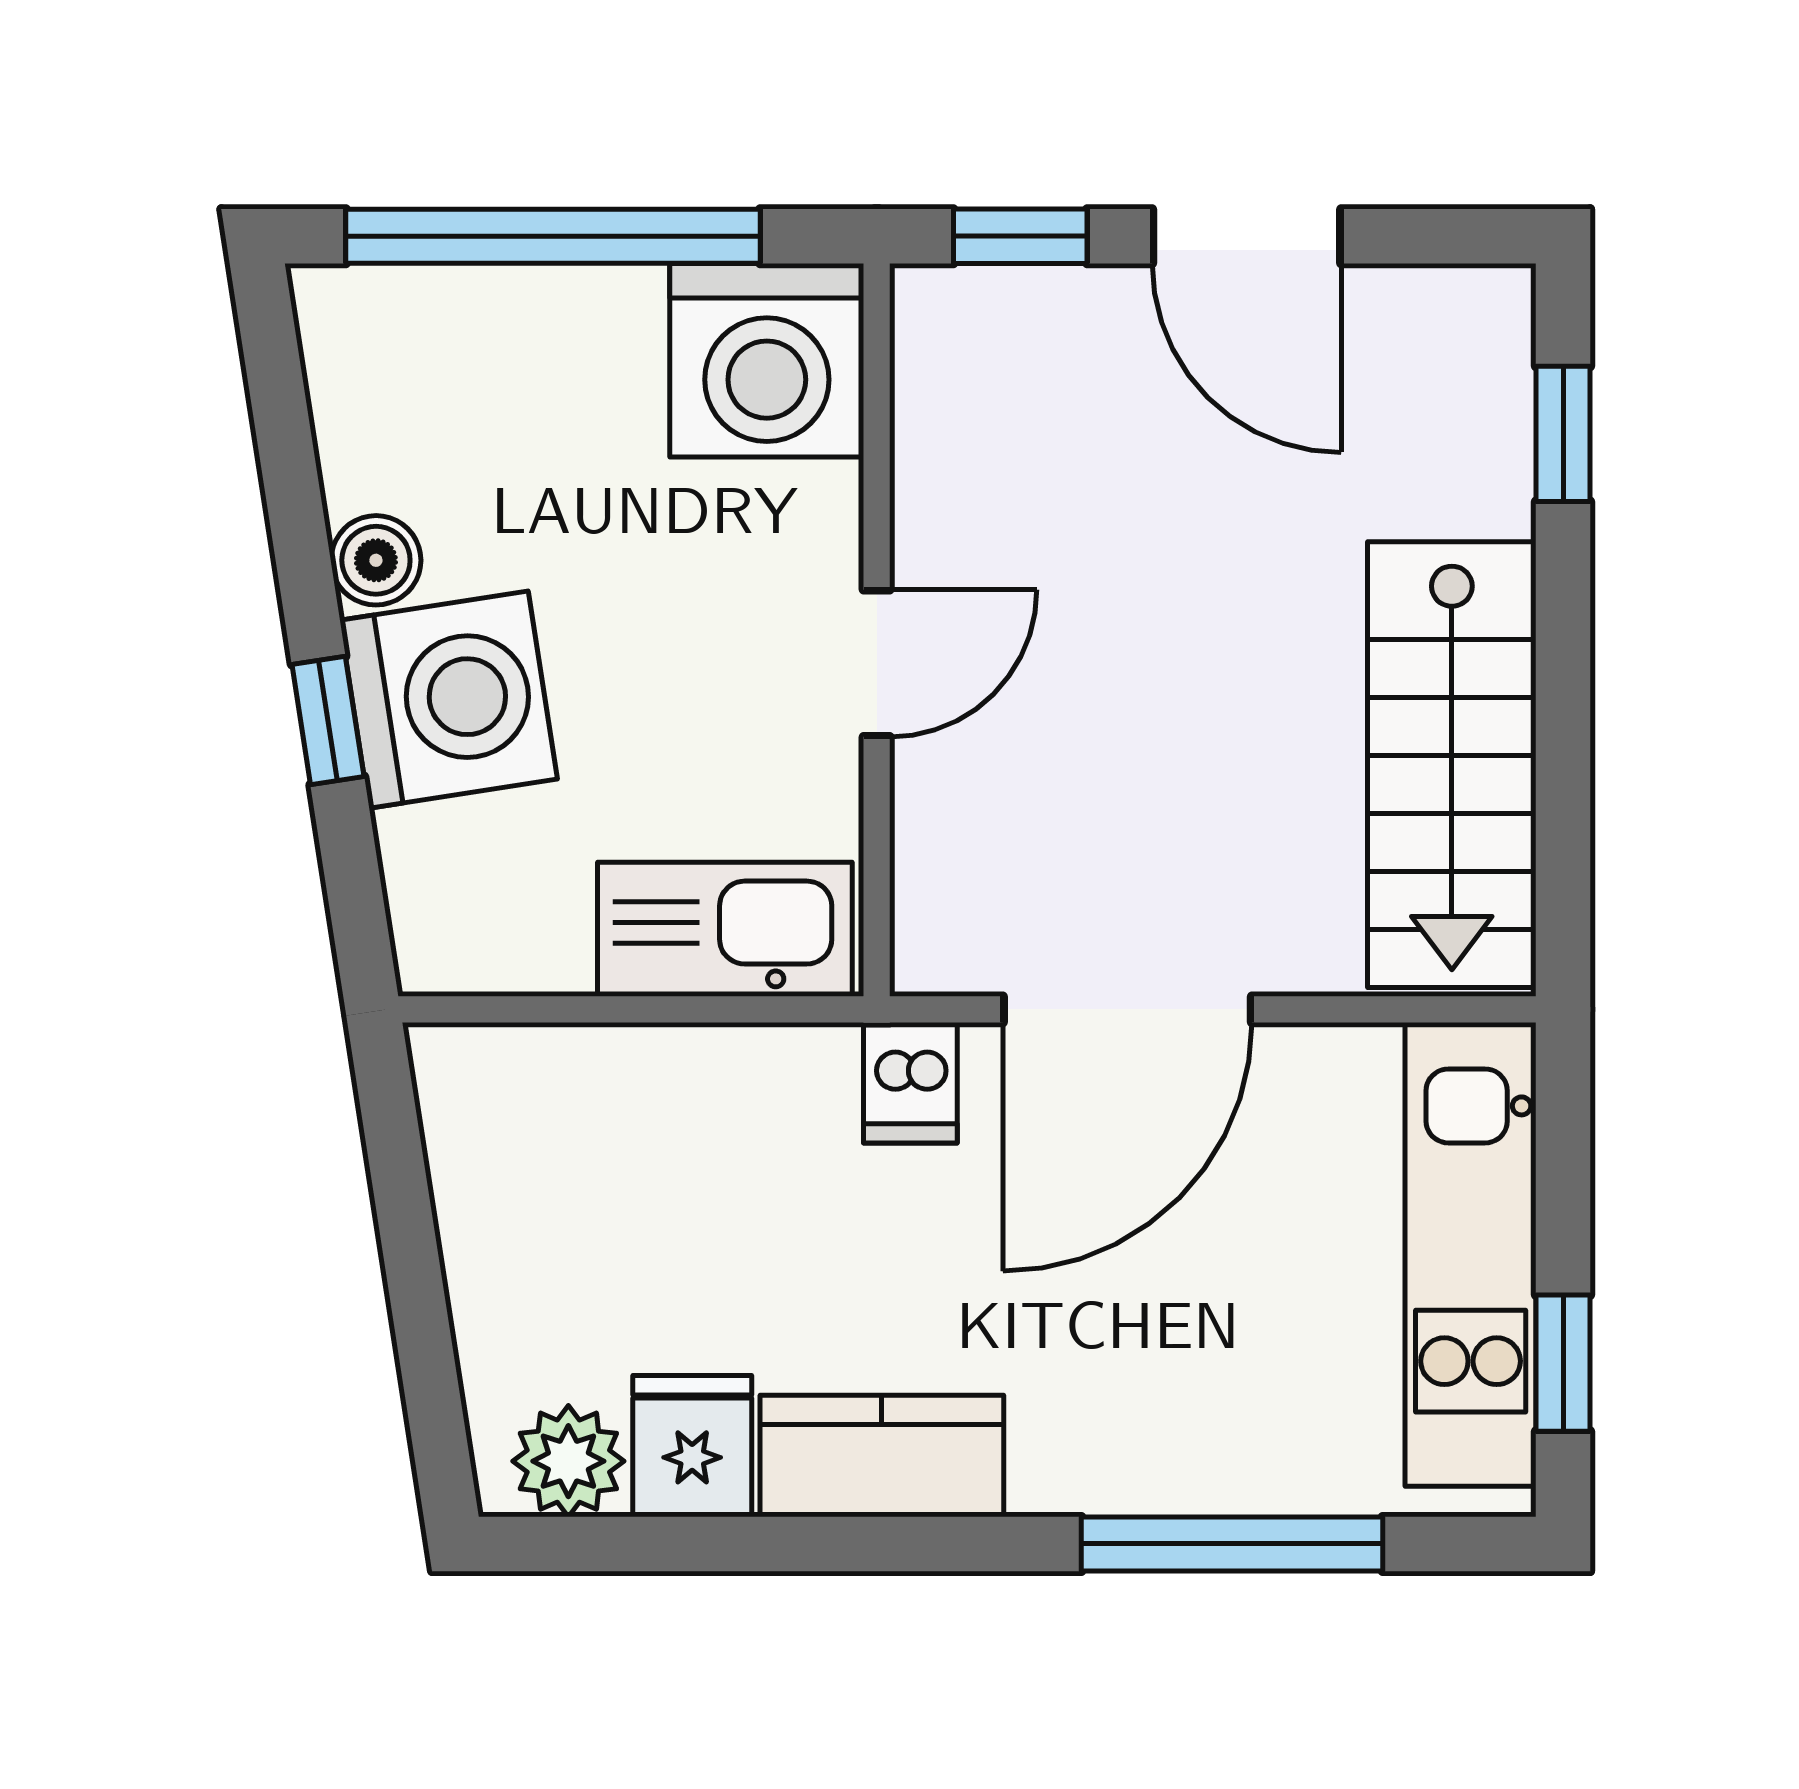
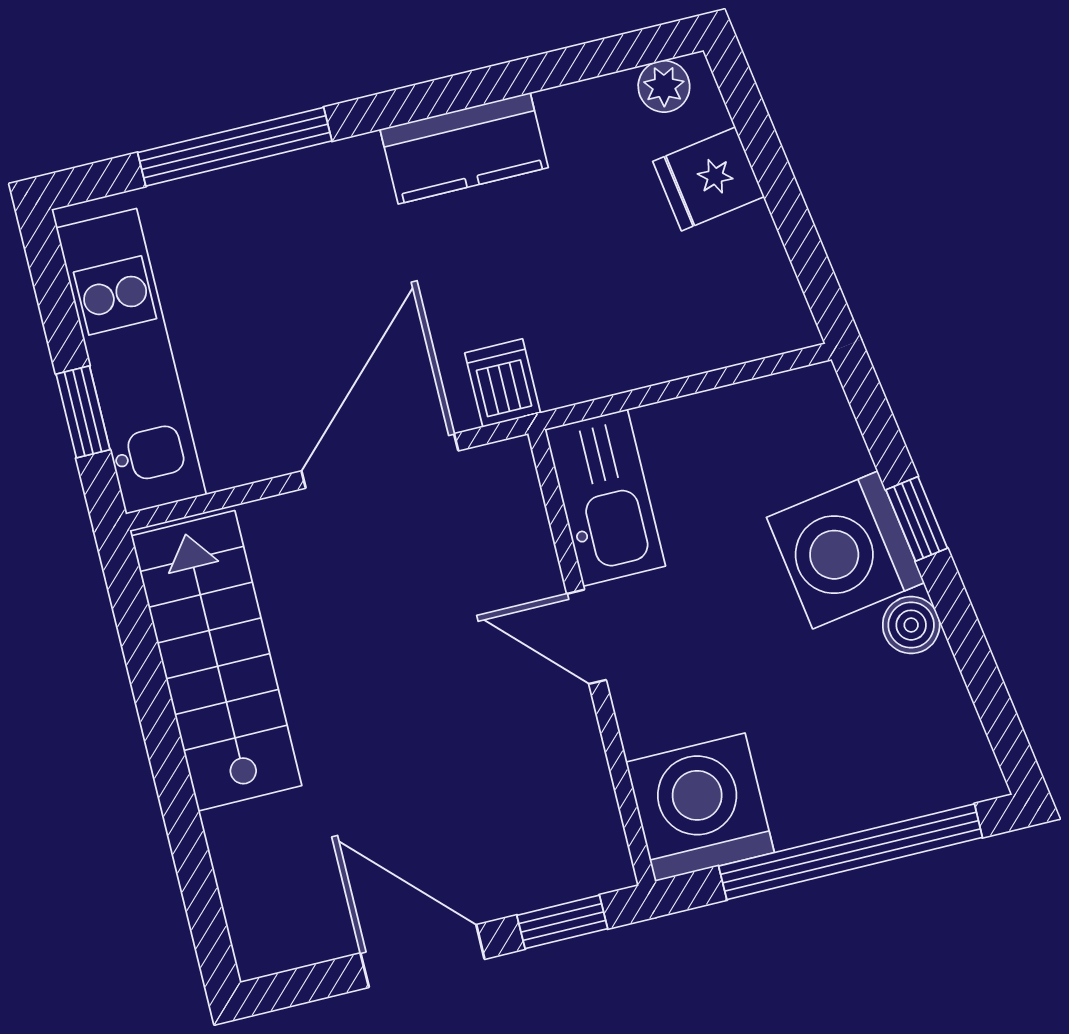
window: (1563, 434) -> (197, 882), removed
door: (877, 663) -> (587, 637), hinge flipped
kitchen sink: (725, 929) -> (605, 498), moved, turned -90
window: (1563, 1363) -> (83, 412), moved
fridge: (692, 1446) -> (709, 179), moved, turned 81
plant: (568, 1461) -> (664, 86), width x0.73, depth x0.73

